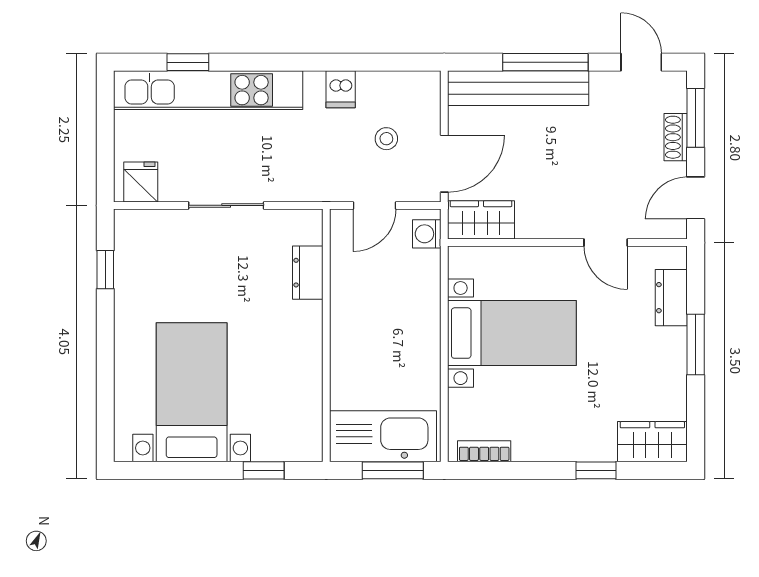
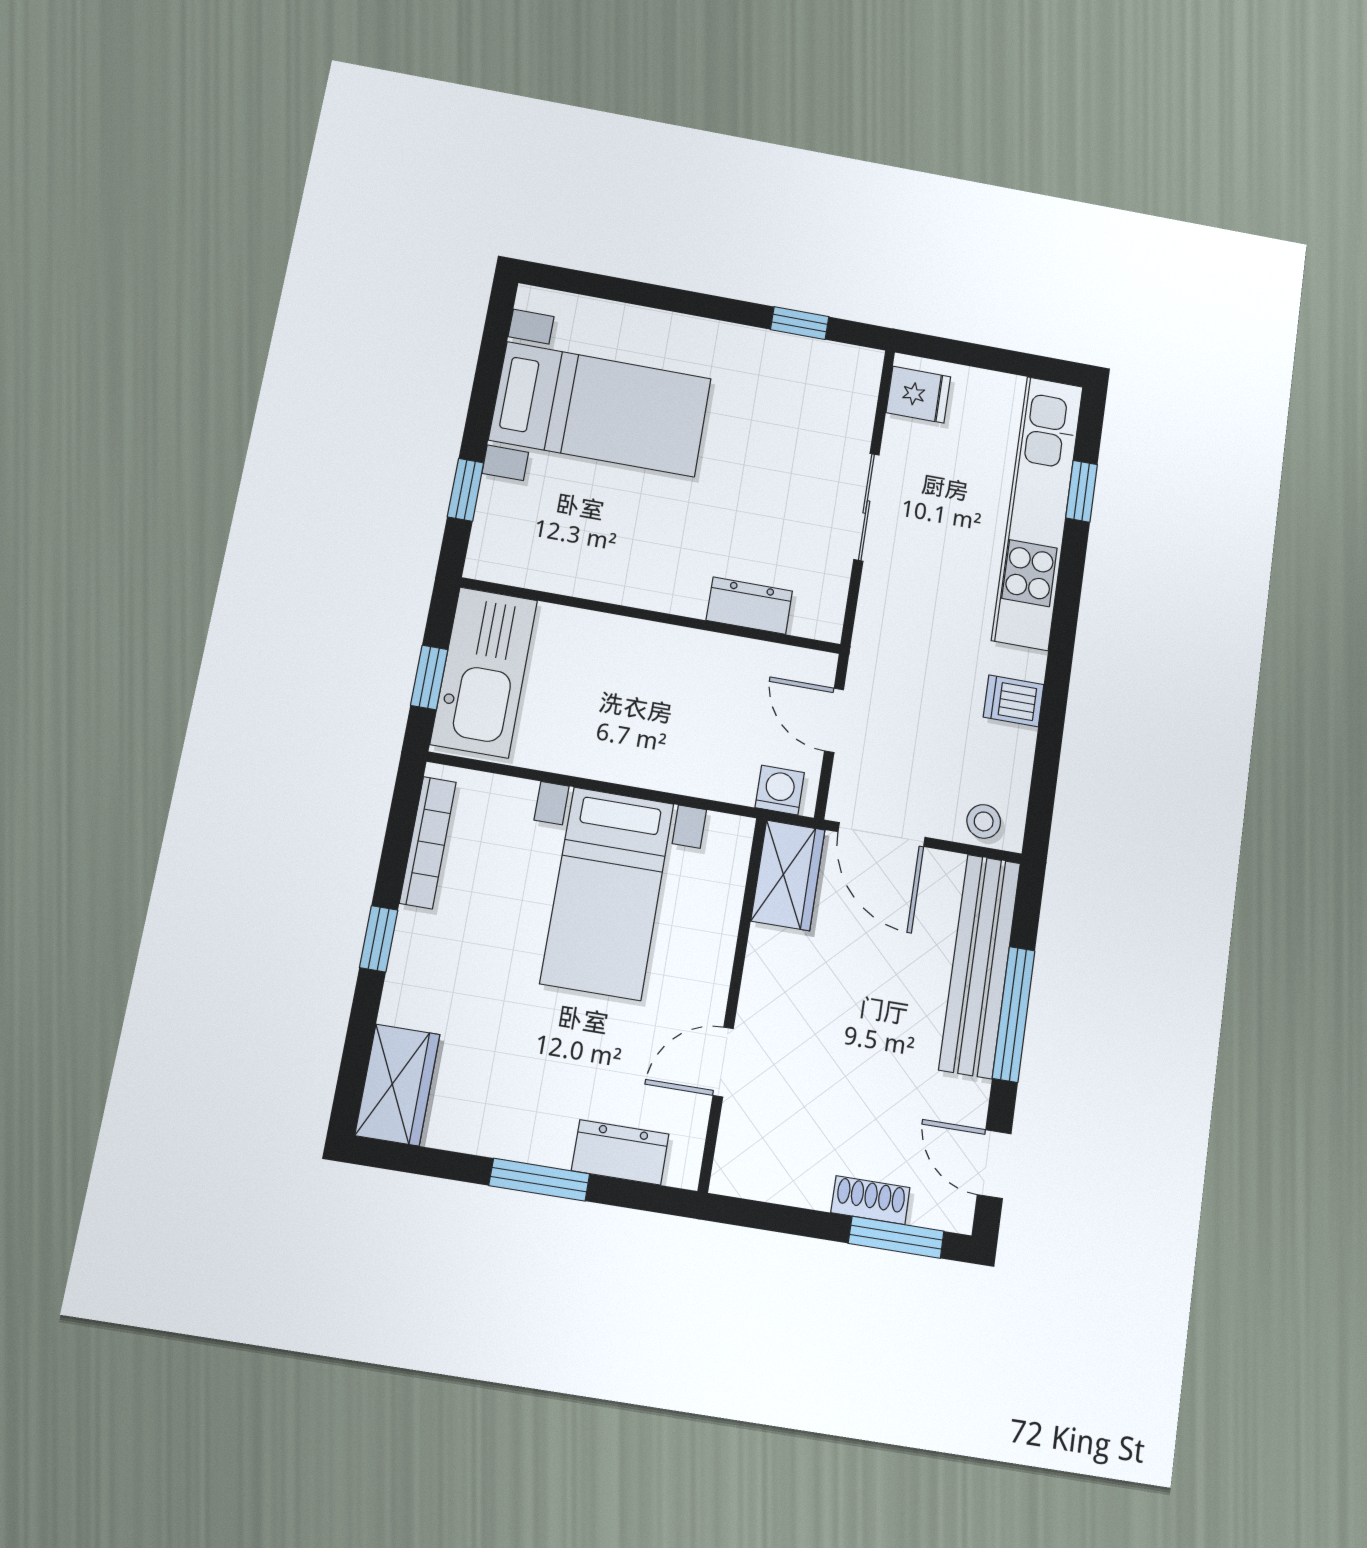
door: (641, 62) -> (994, 1164), swing flipped
stool: (386, 139) -> (984, 821), moved
door: (696, 198) -> (771, 1217), removed
bookcase: (484, 451) -> (428, 842), width x1.56
window: (393, 470) -> (429, 677), width x0.67
window: (596, 470) -> (379, 939), moved

